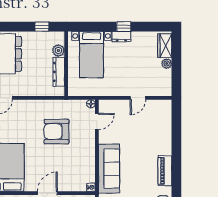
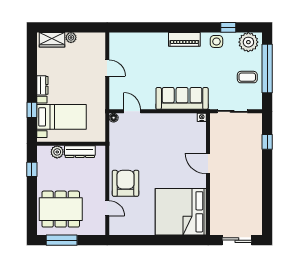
window: (124, 27) -> (32, 110), moved
armchair: (57, 132) -> (126, 183), moved, turned 180

